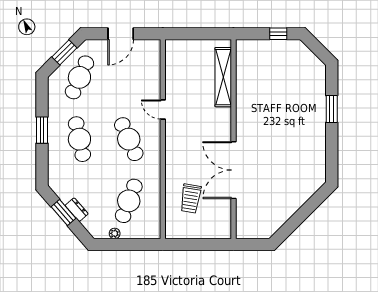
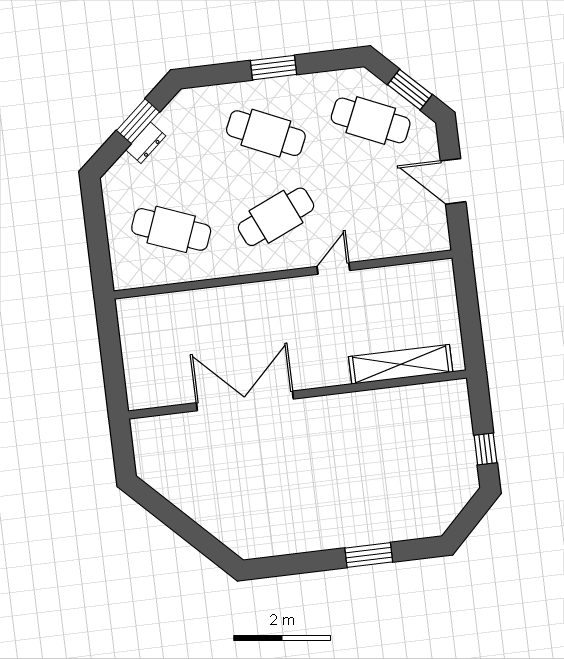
cafe table: (79, 139) -> (266, 133), turned 36
trolley: (191, 198) -> (188, 334), removed
plant: (115, 233) -> (113, 212), removed

